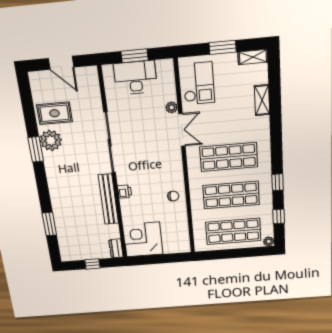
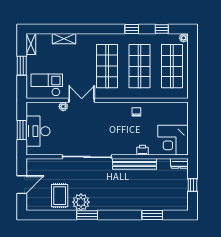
printer: (125, 192) -> (142, 150), moved

